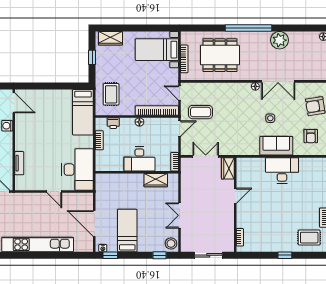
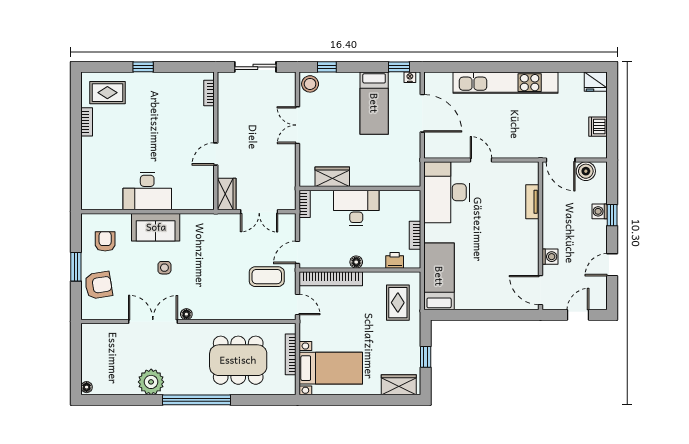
double door: (180, 215) -> (297, 125), swing flipped

